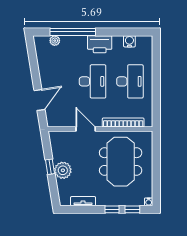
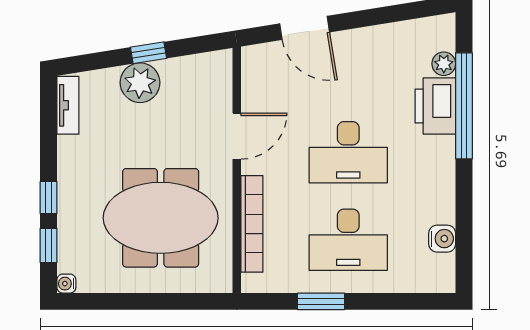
printer: (100, 44) -> (435, 106), moved
window: (156, 93) -> (321, 301), added
tv unit: (83, 201) -> (68, 105), moved

